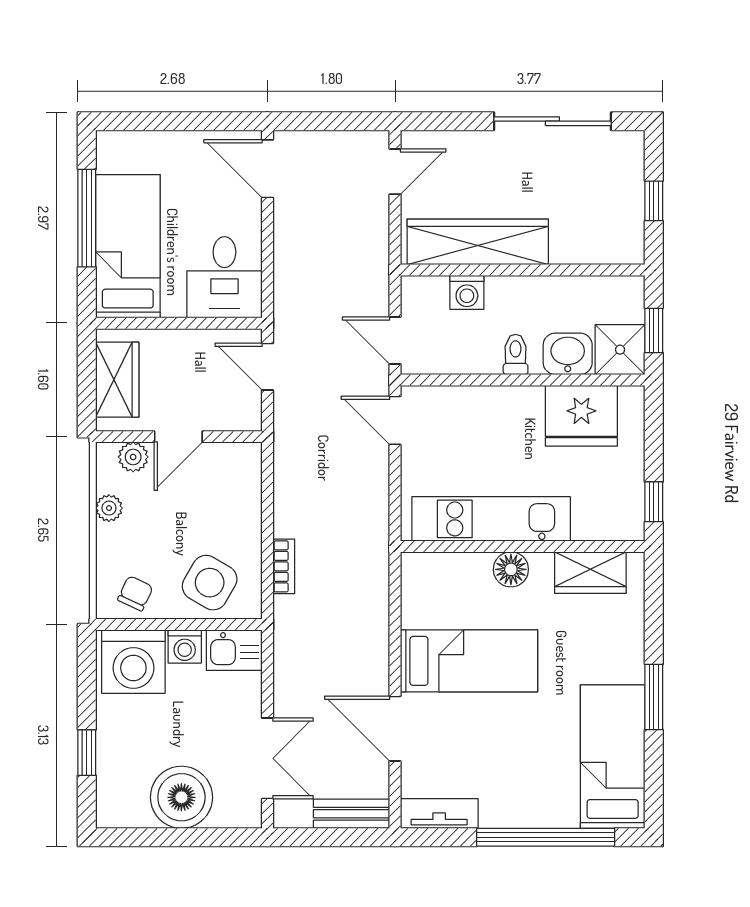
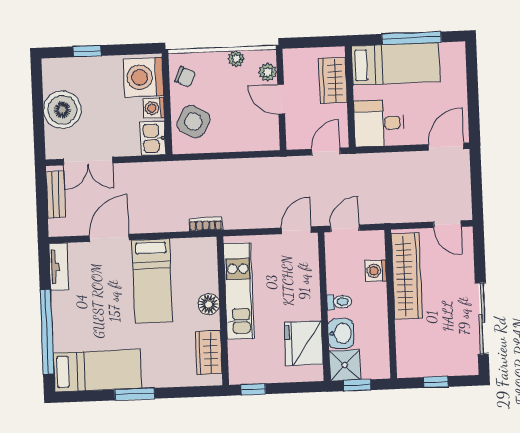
wardrobe: (117, 380) -> (333, 80), moved, turned 90
bookcase: (284, 566) -> (206, 224), moved, turned 180
bench: (352, 814) -> (56, 195), moved

